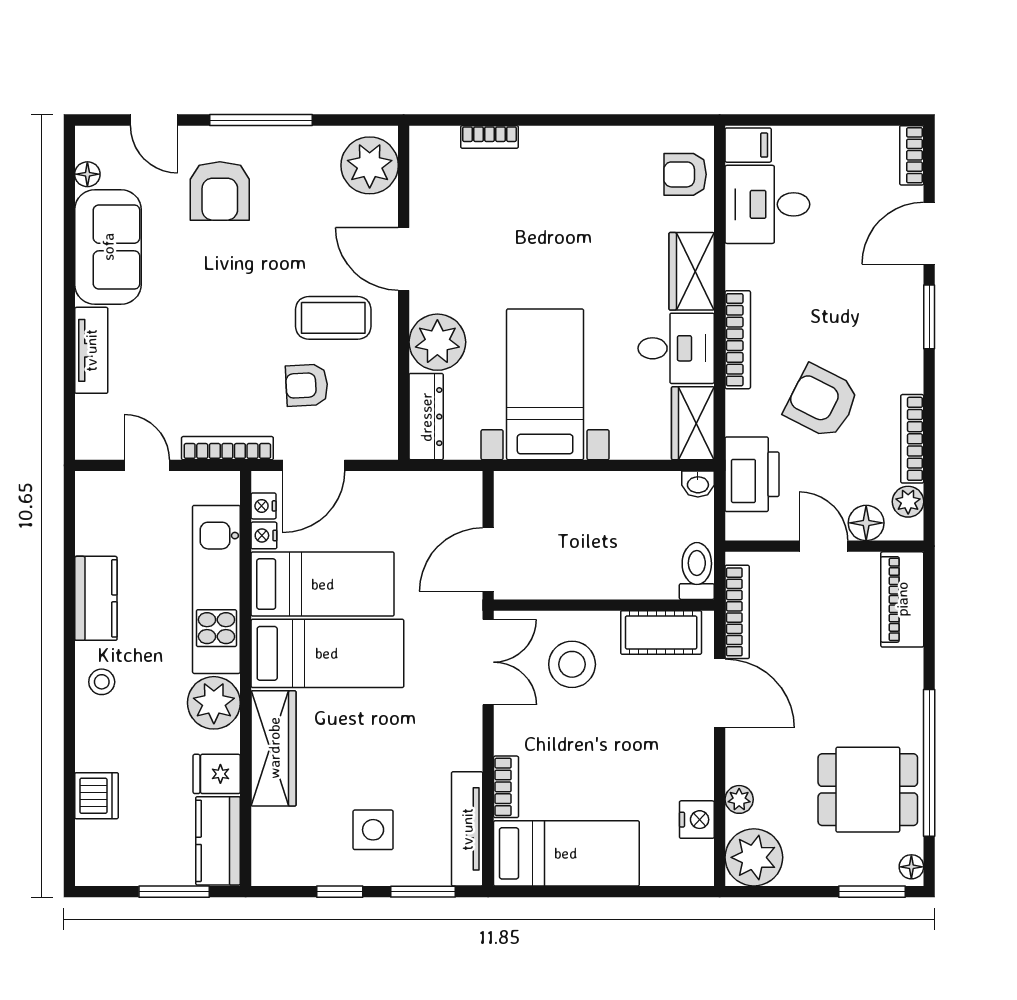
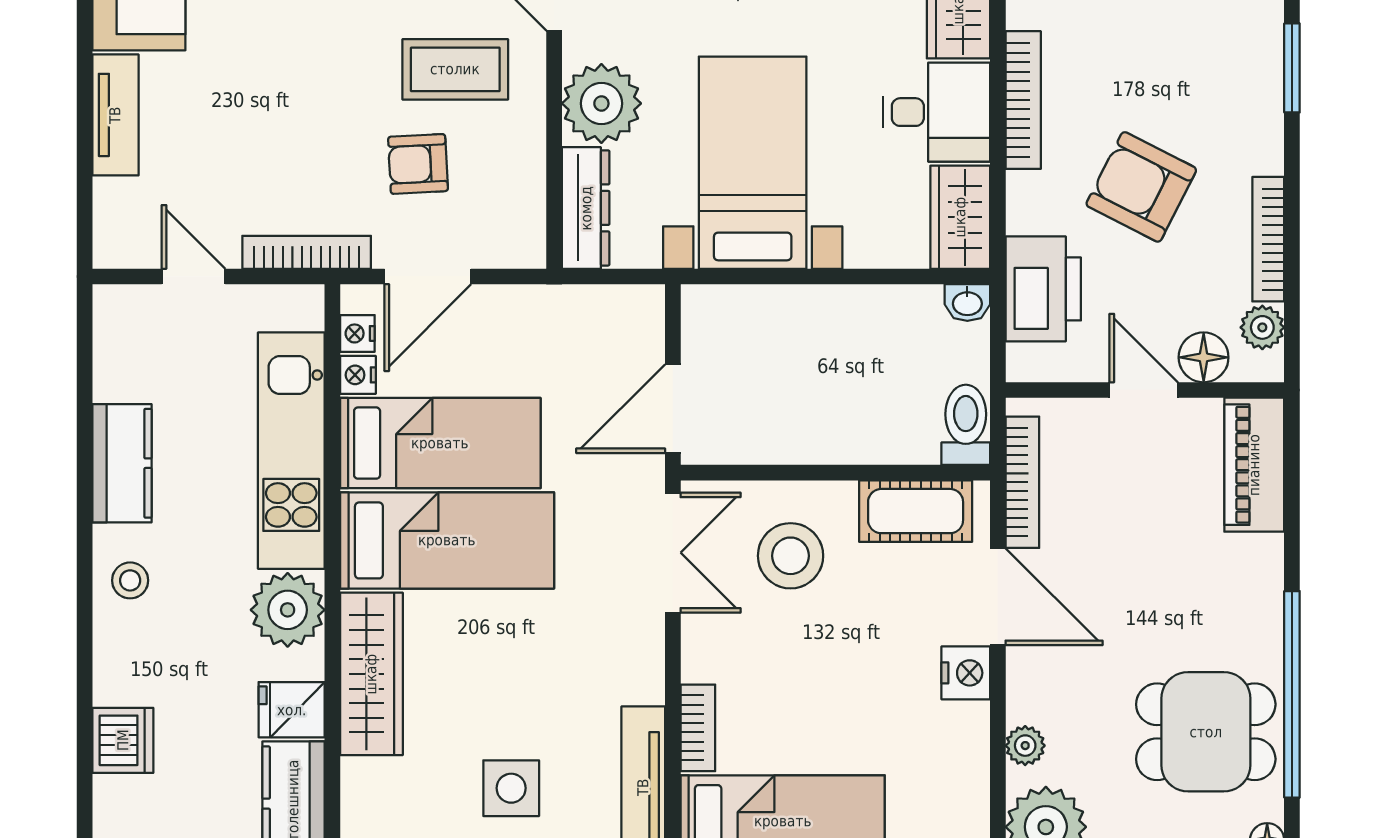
nightstand: (697, 820) -> (966, 673), moved

